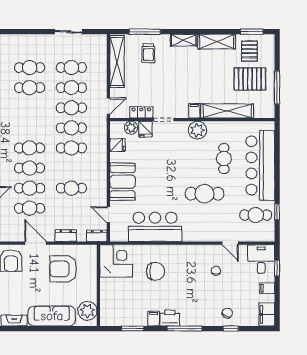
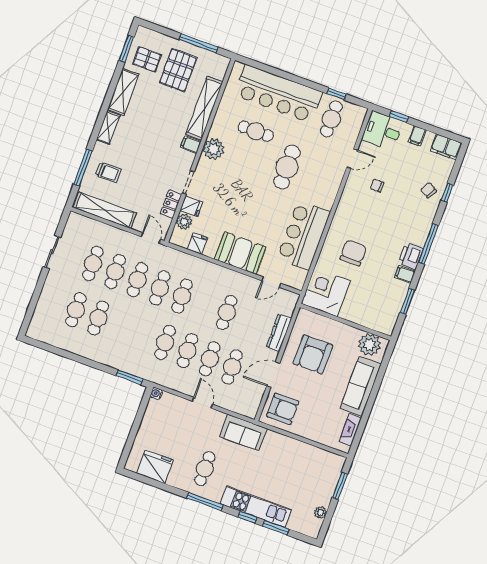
dresser: (66, 236) -> (279, 333), width x1.44
dresser: (97, 236) -> (290, 304), removed

